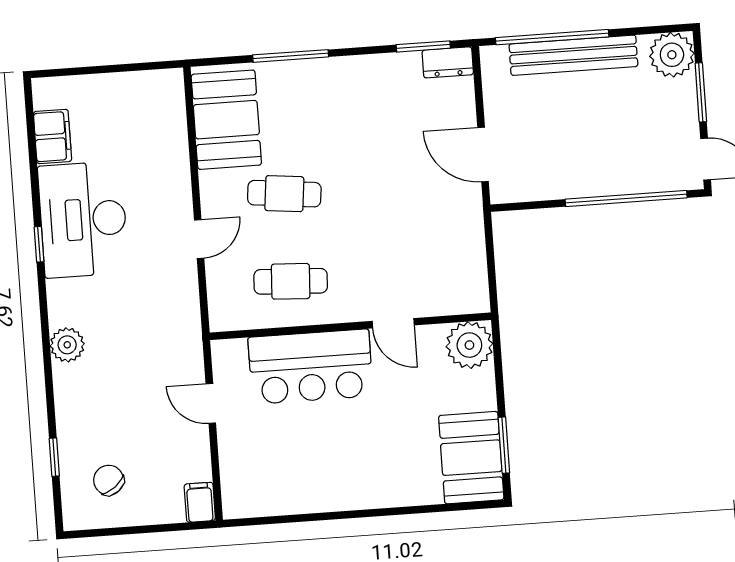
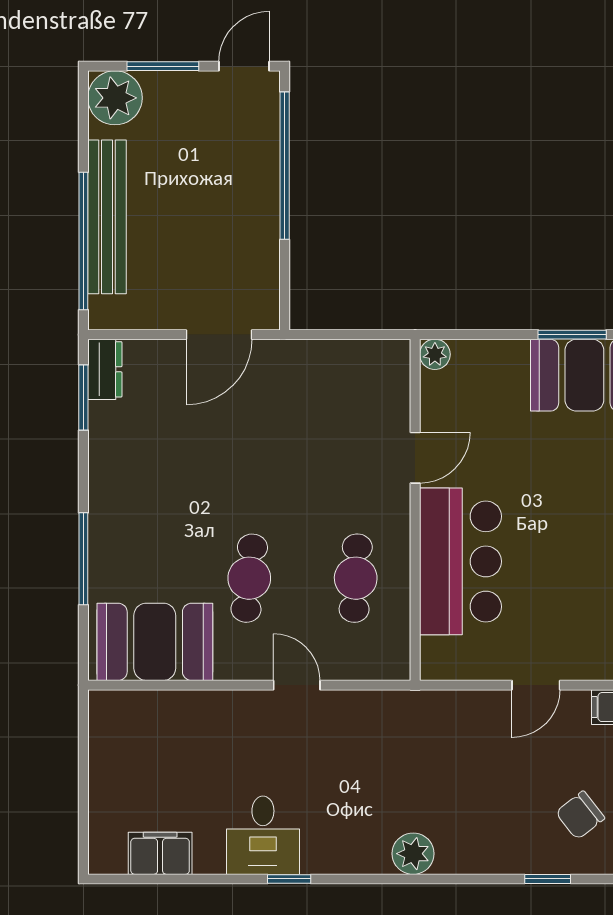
desk: (83, 219) -> (263, 835), width x0.53, depth x0.77
plant: (469, 345) -> (435, 354), width x0.53, depth x0.53
door: (211, 403) -> (536, 685), moved

